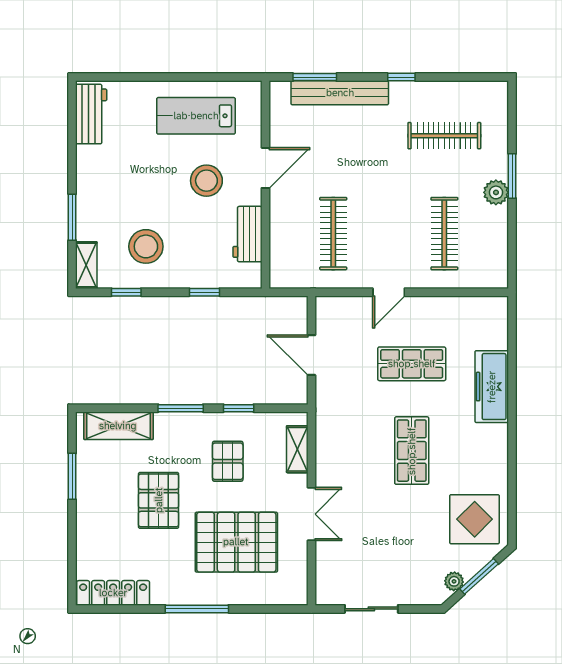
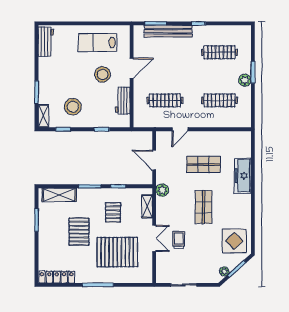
clothes rail: (333, 234) -> (165, 100), turned 90
clothes rail: (444, 234) -> (219, 100), turned 90
door: (389, 292) -> (180, 129), moved
plant: (328, 416) -> (162, 190), added
trolley: (361, 517) -> (179, 240), added

